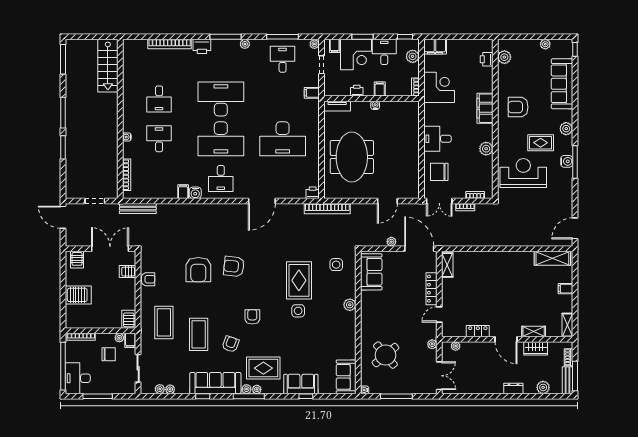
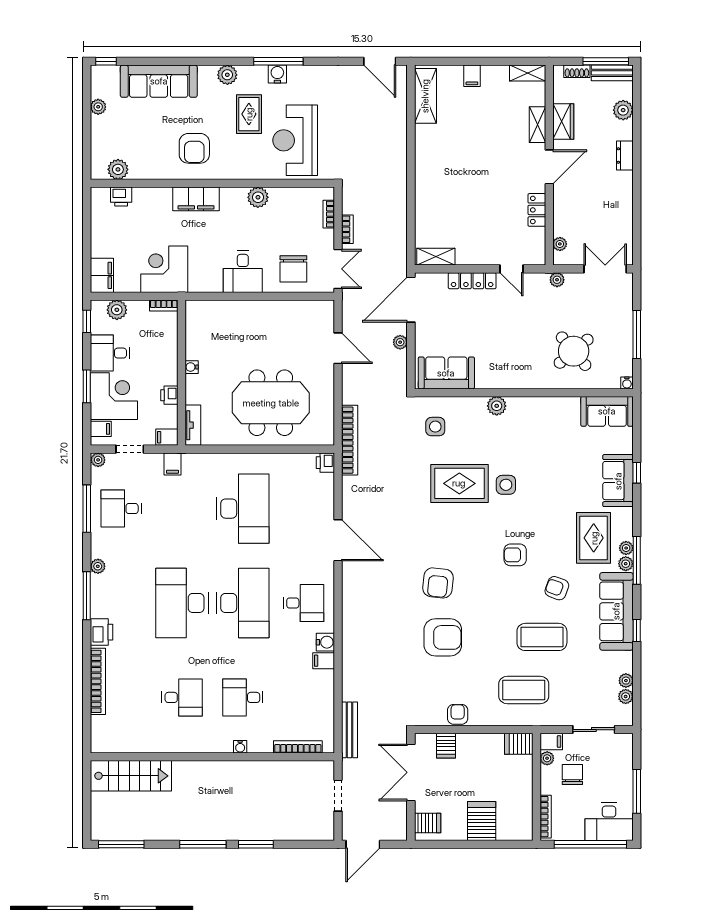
filing cabinet: (380, 89) -> (167, 437), moved

